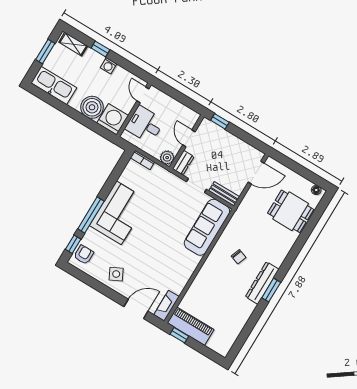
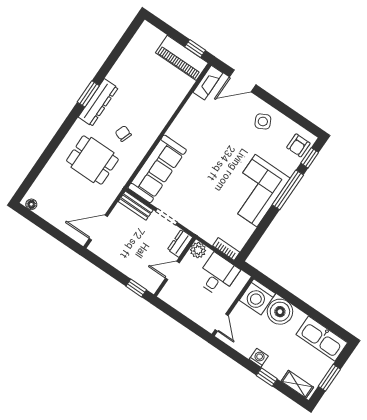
desk: (145, 125) -> (218, 275), moved, turned -90
door: (189, 138) -> (172, 270), swing flipped
dining table: (291, 211) -> (92, 160), moved

